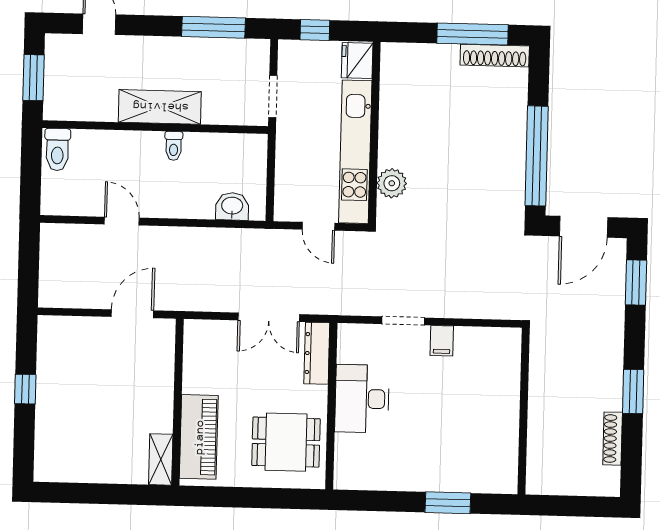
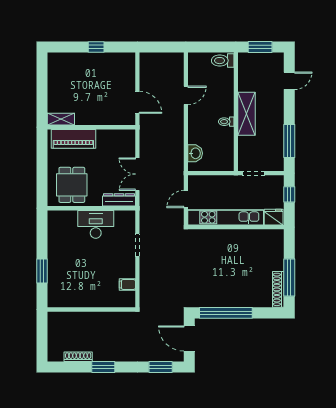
plant: (392, 183) -> (210, 237), removed
filing cabinet: (442, 341) -> (127, 285), moved

